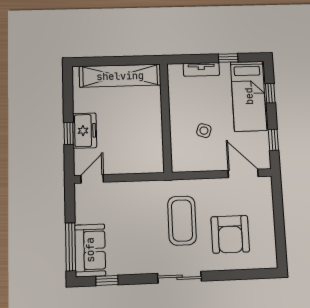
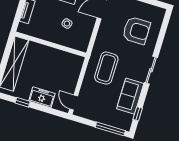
window: (69, 133) -> (23, 102), moved
coffee table: (182, 221) -> (106, 68), moved, turned 90
sofa: (90, 250) -> (130, 96), moved, turned -90

